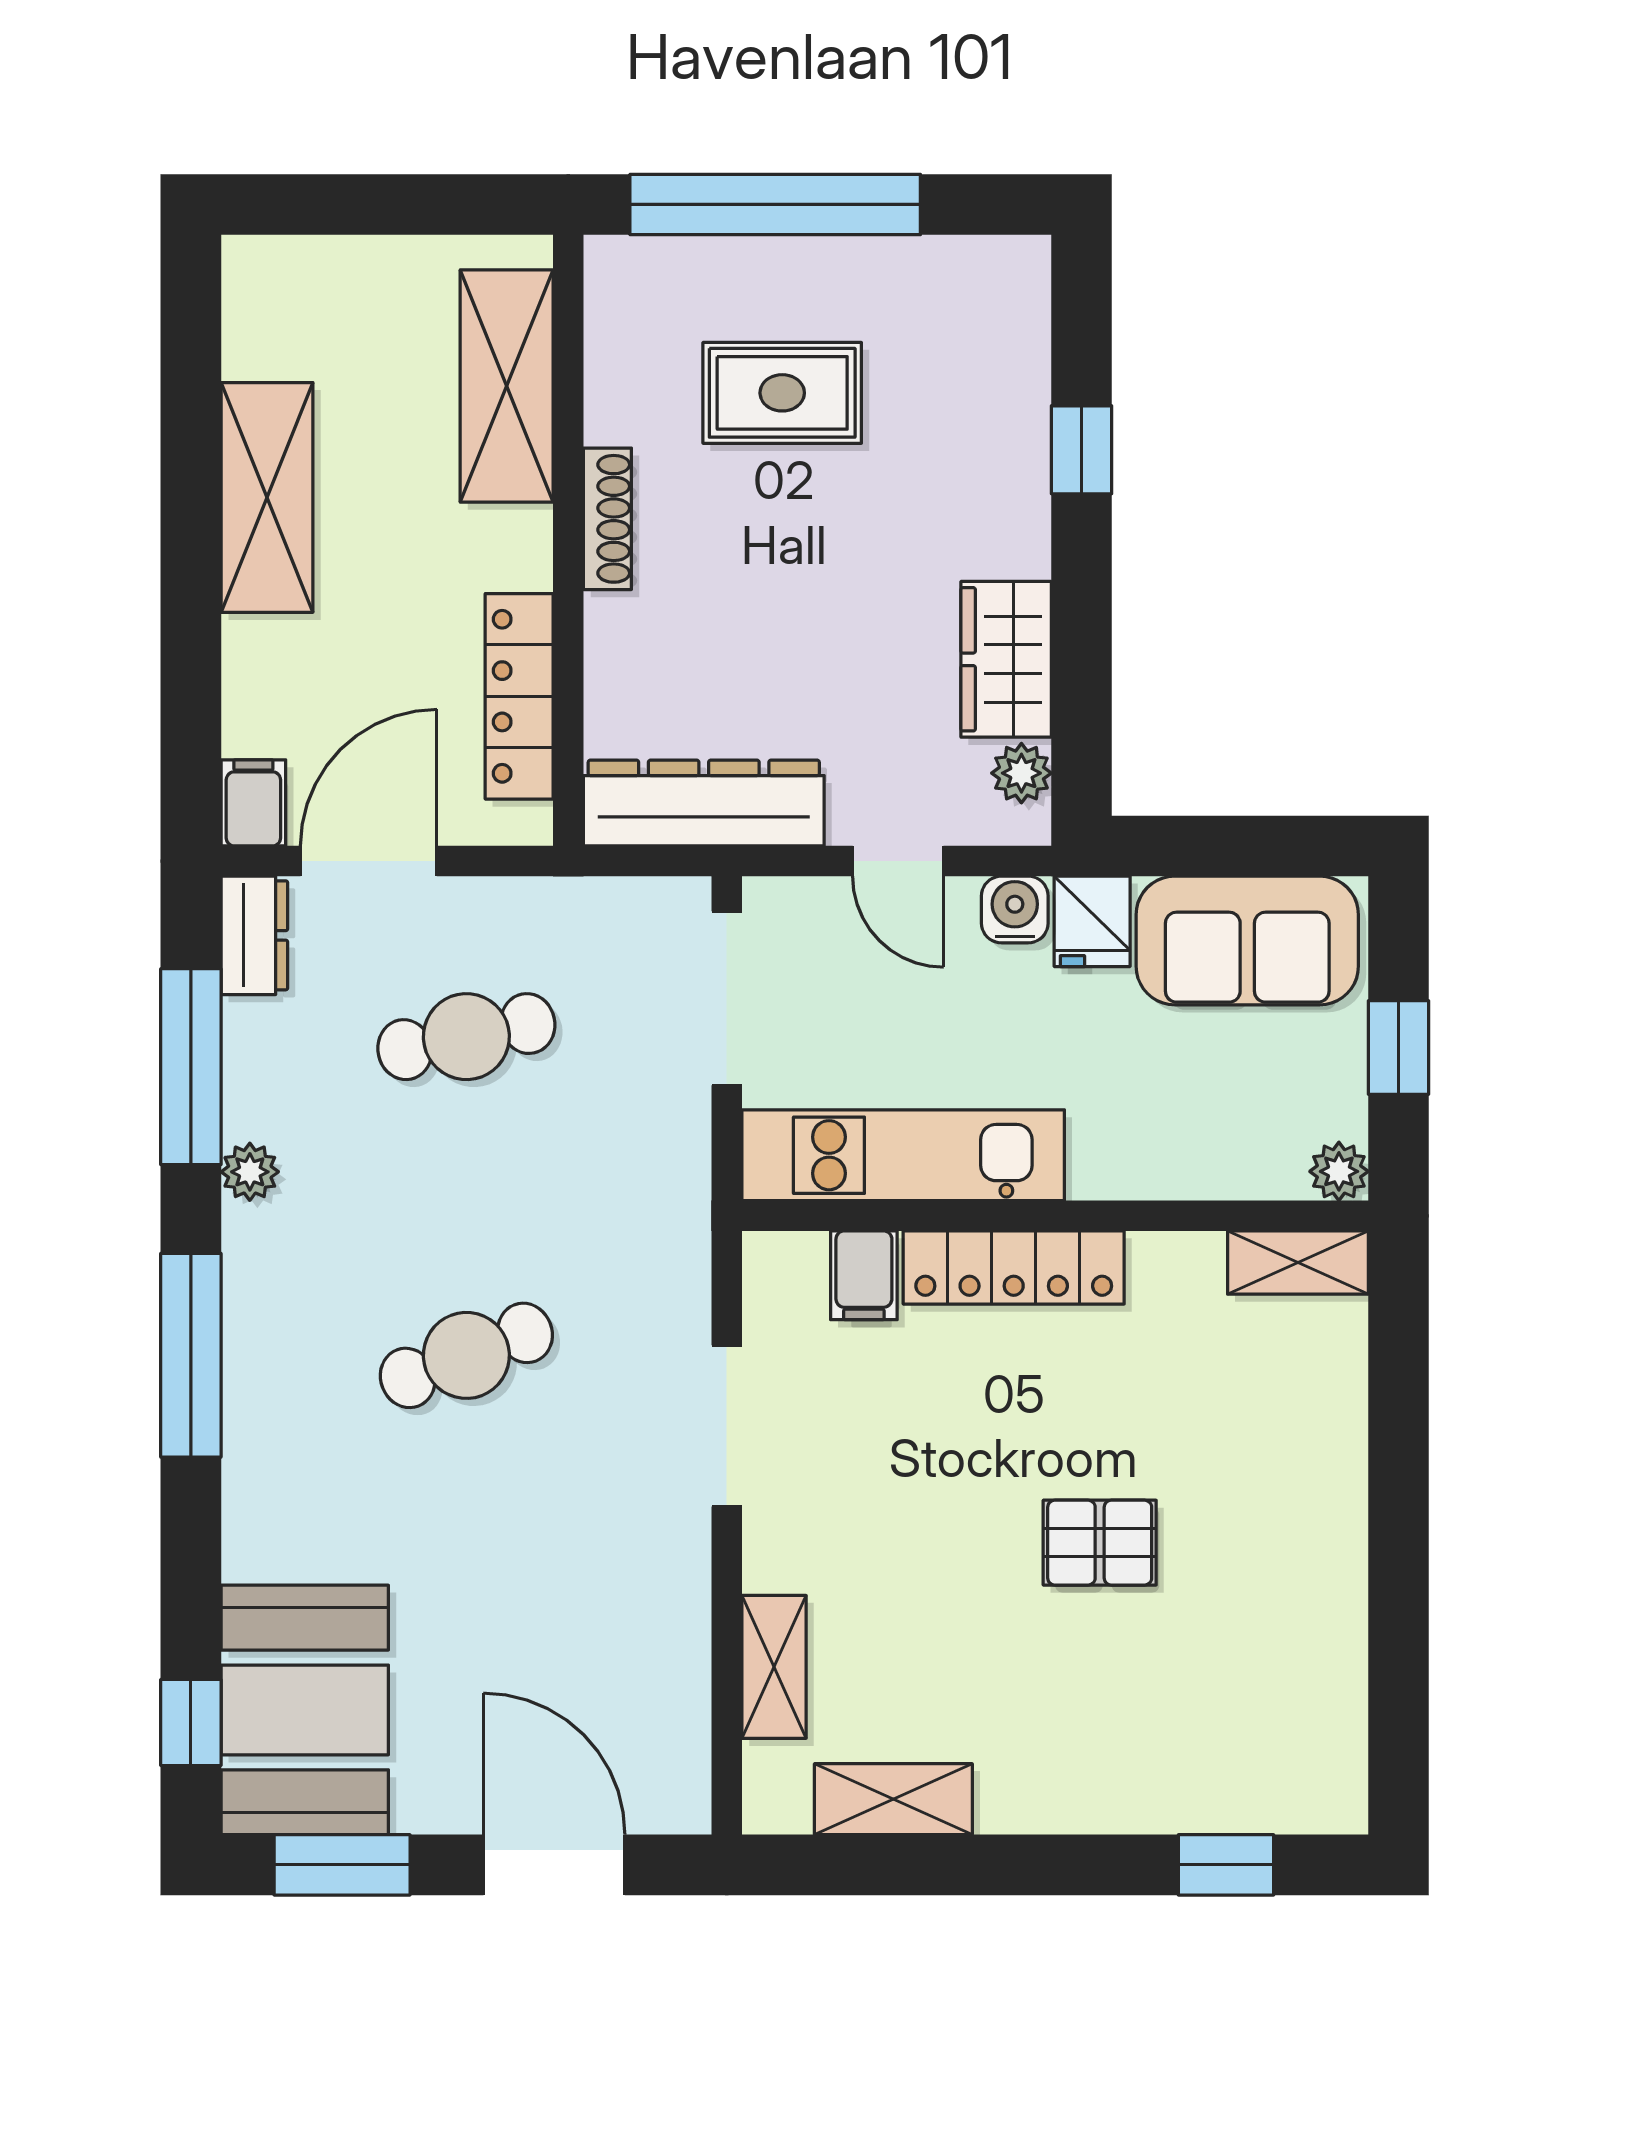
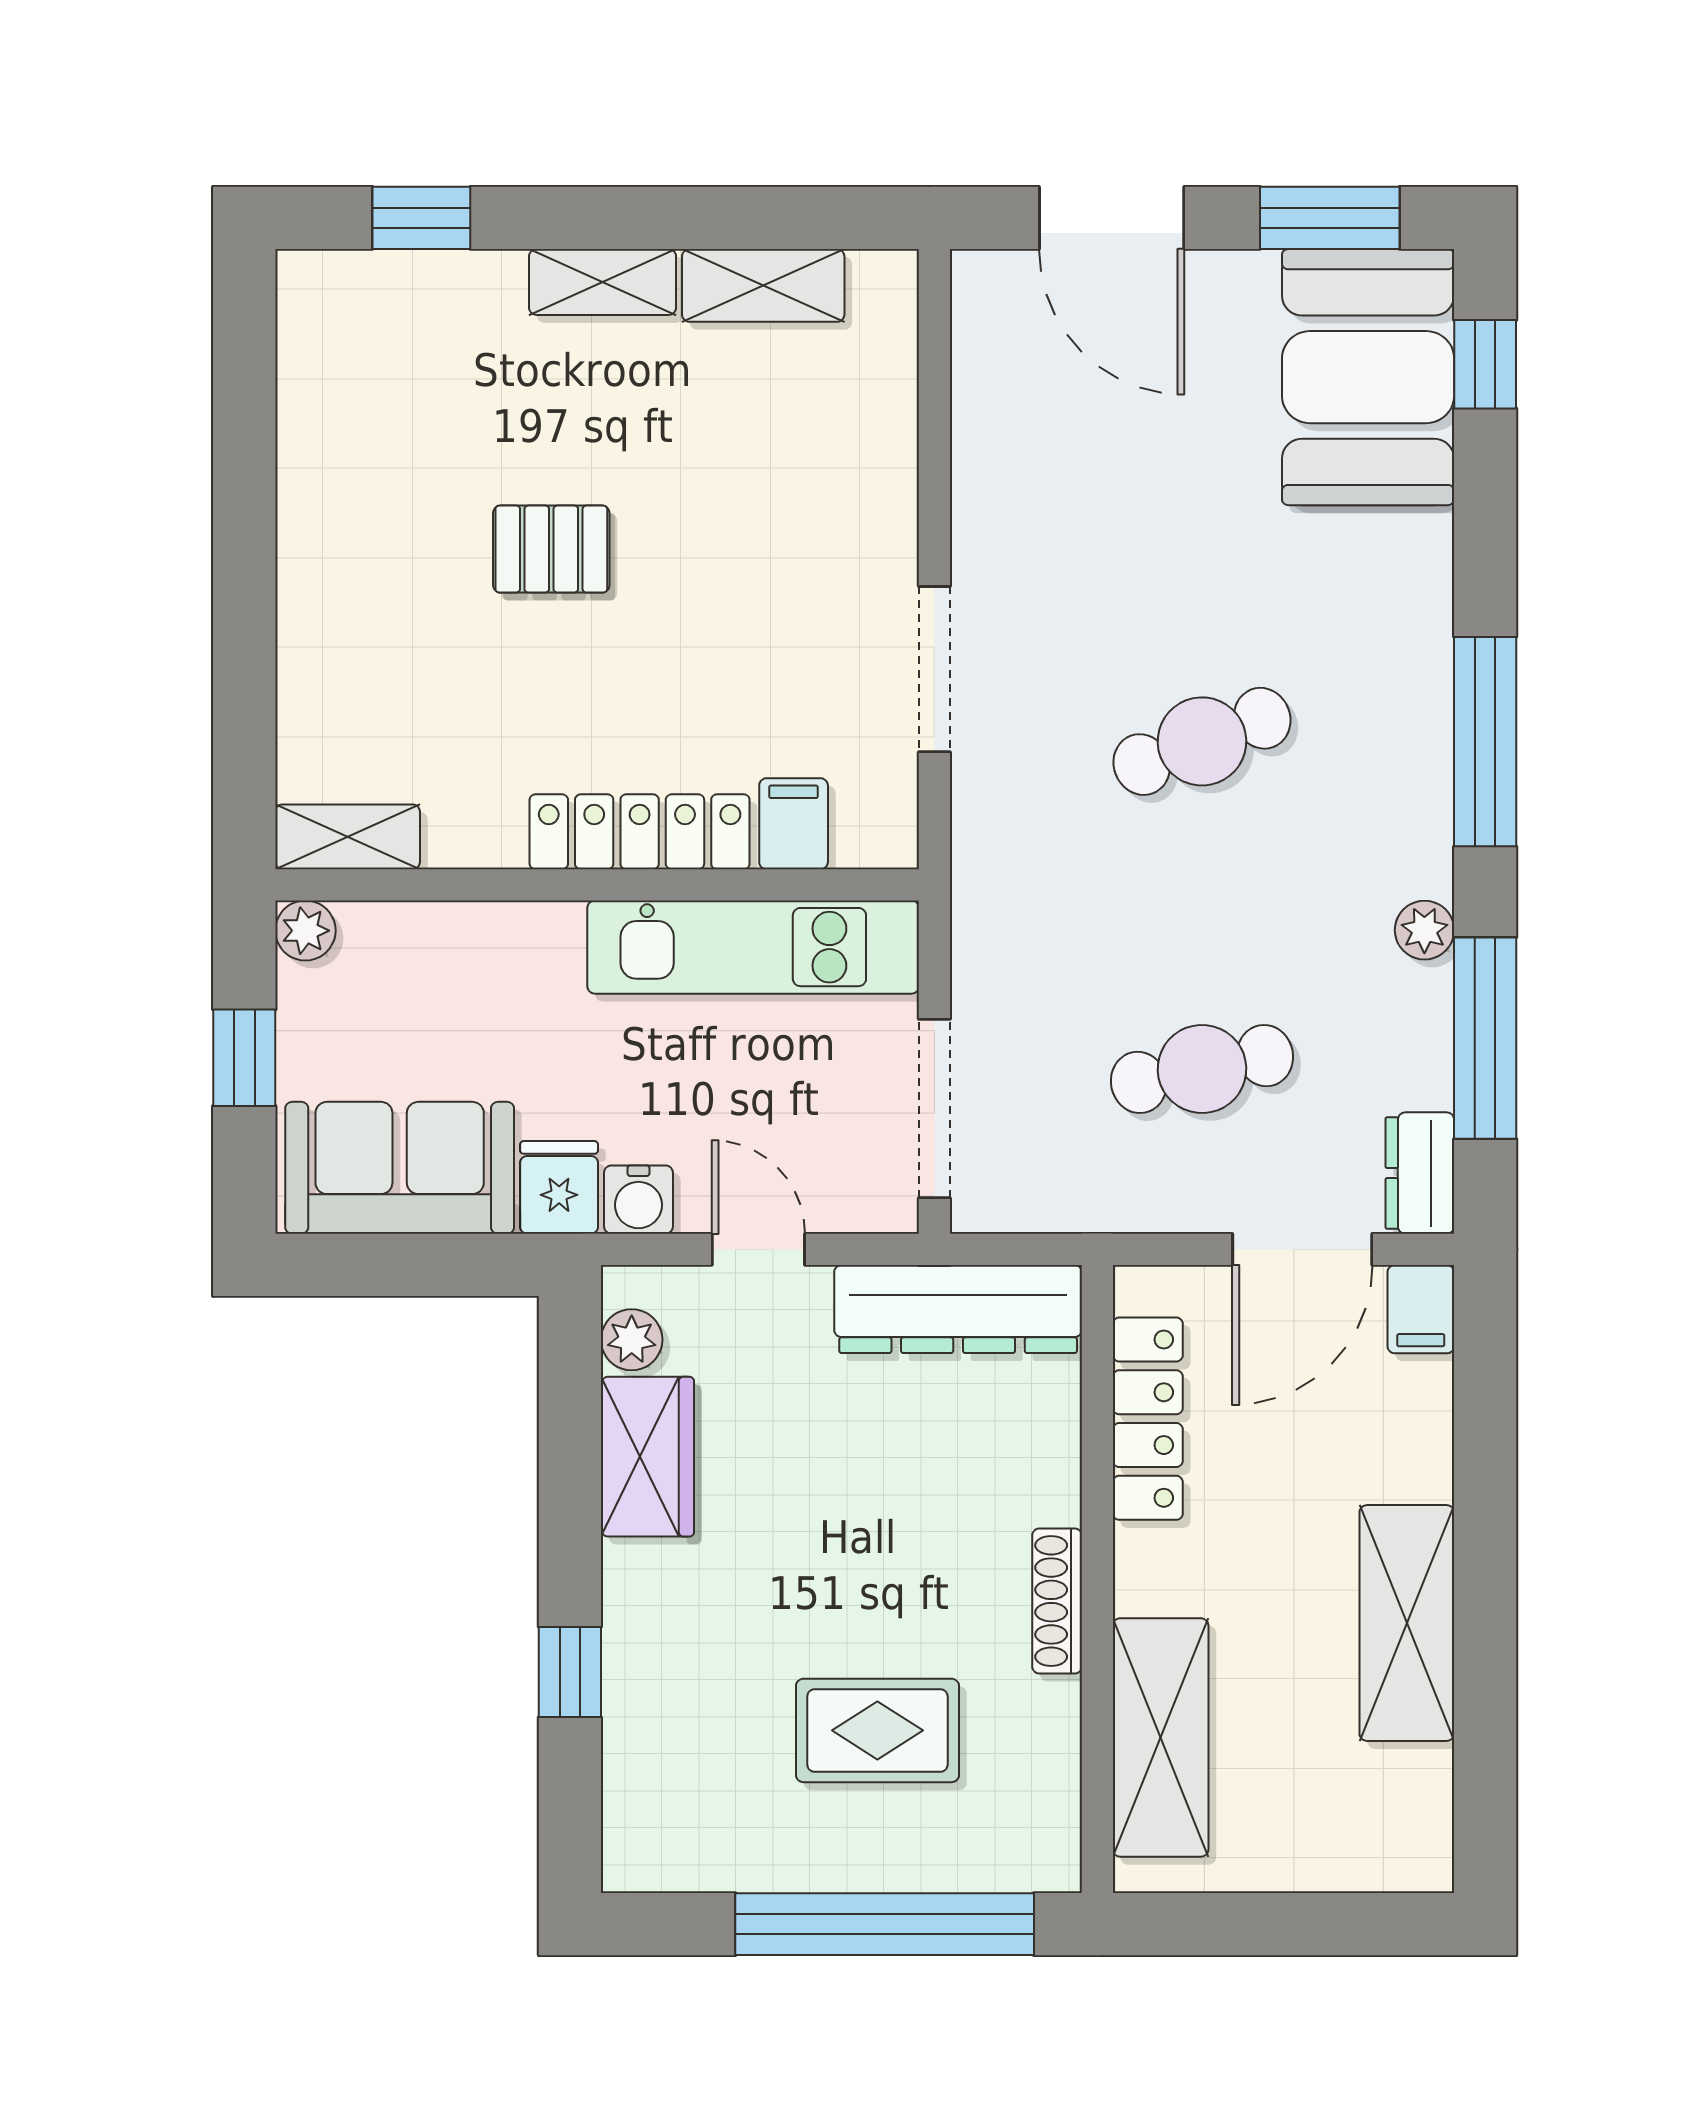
shelving: (774, 1667) -> (603, 282), moved, turned 90

